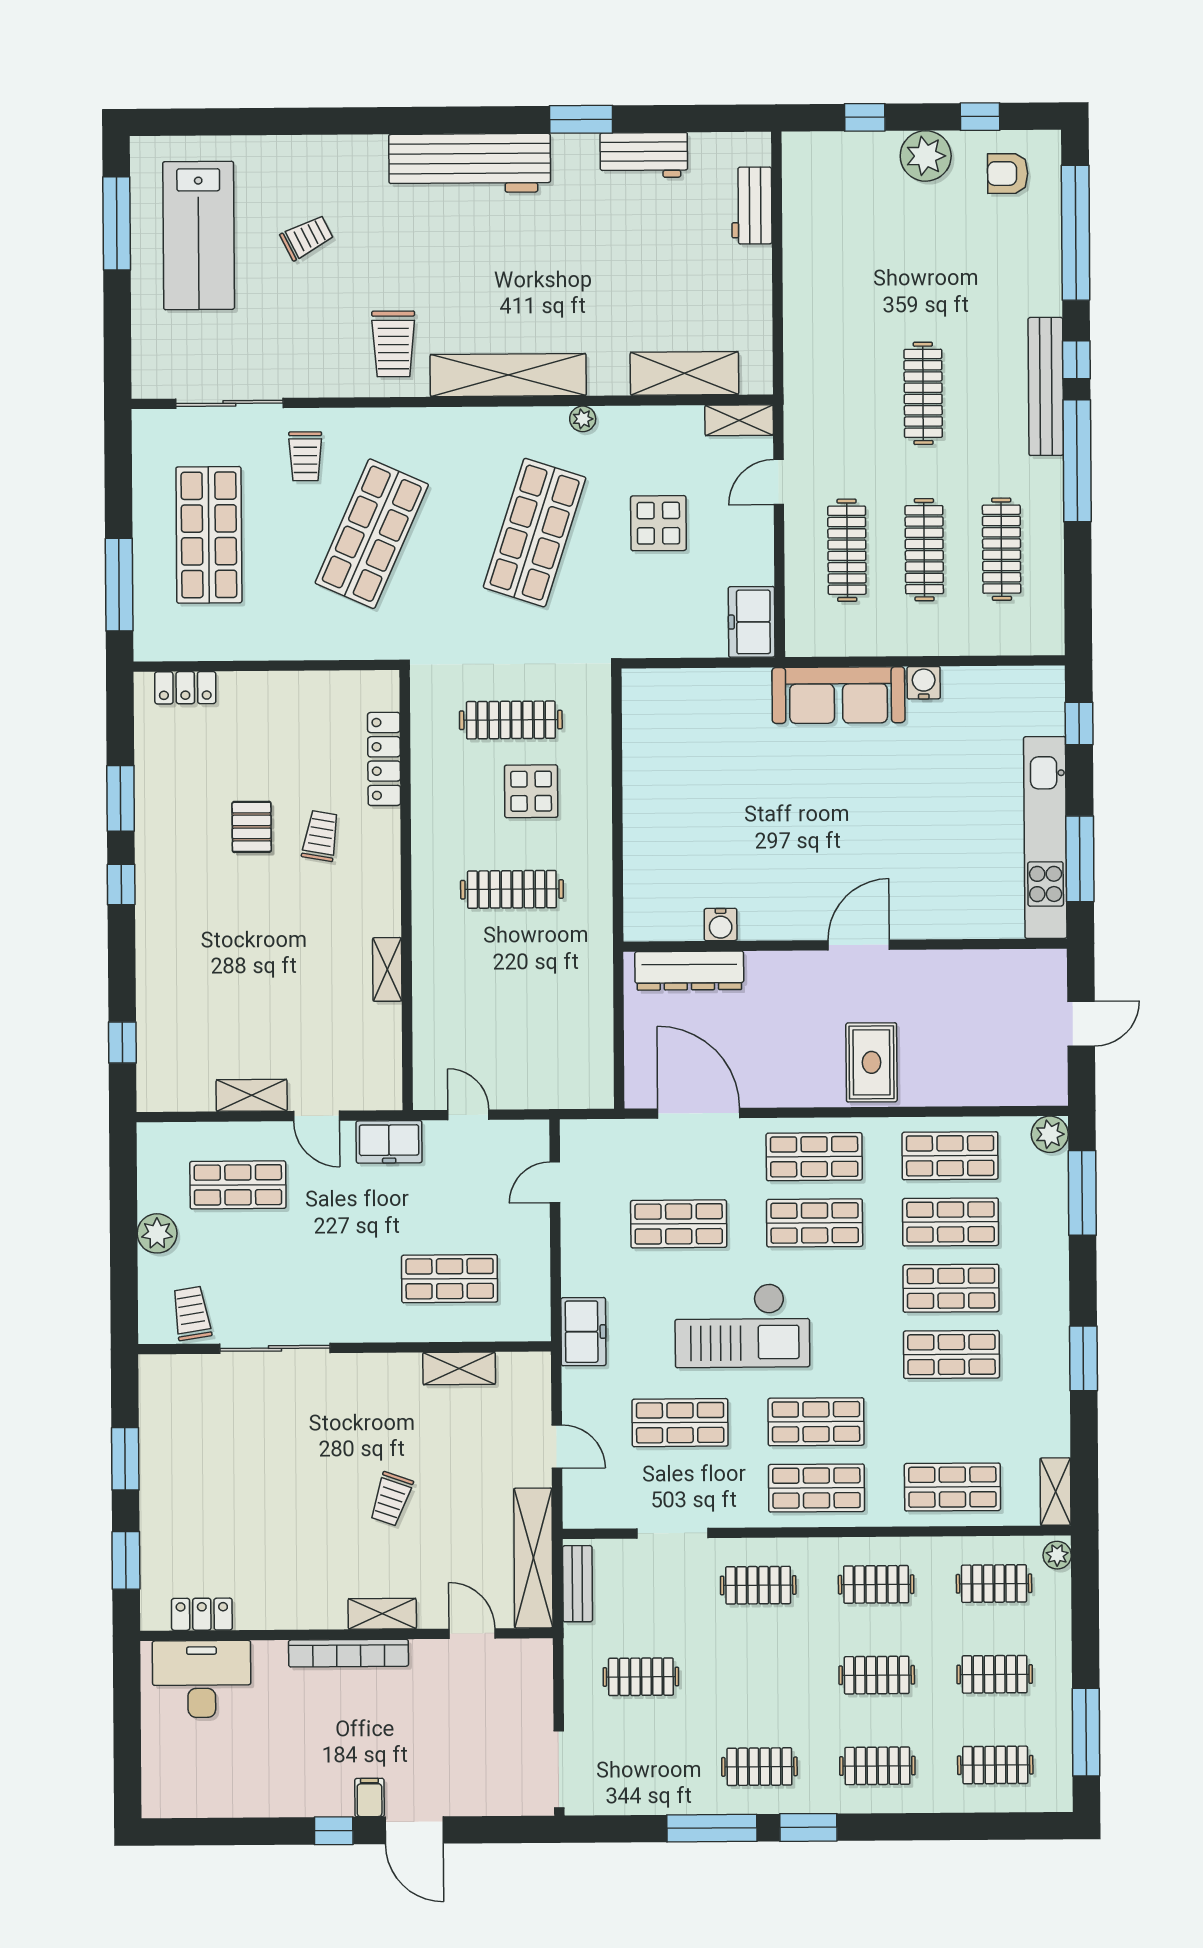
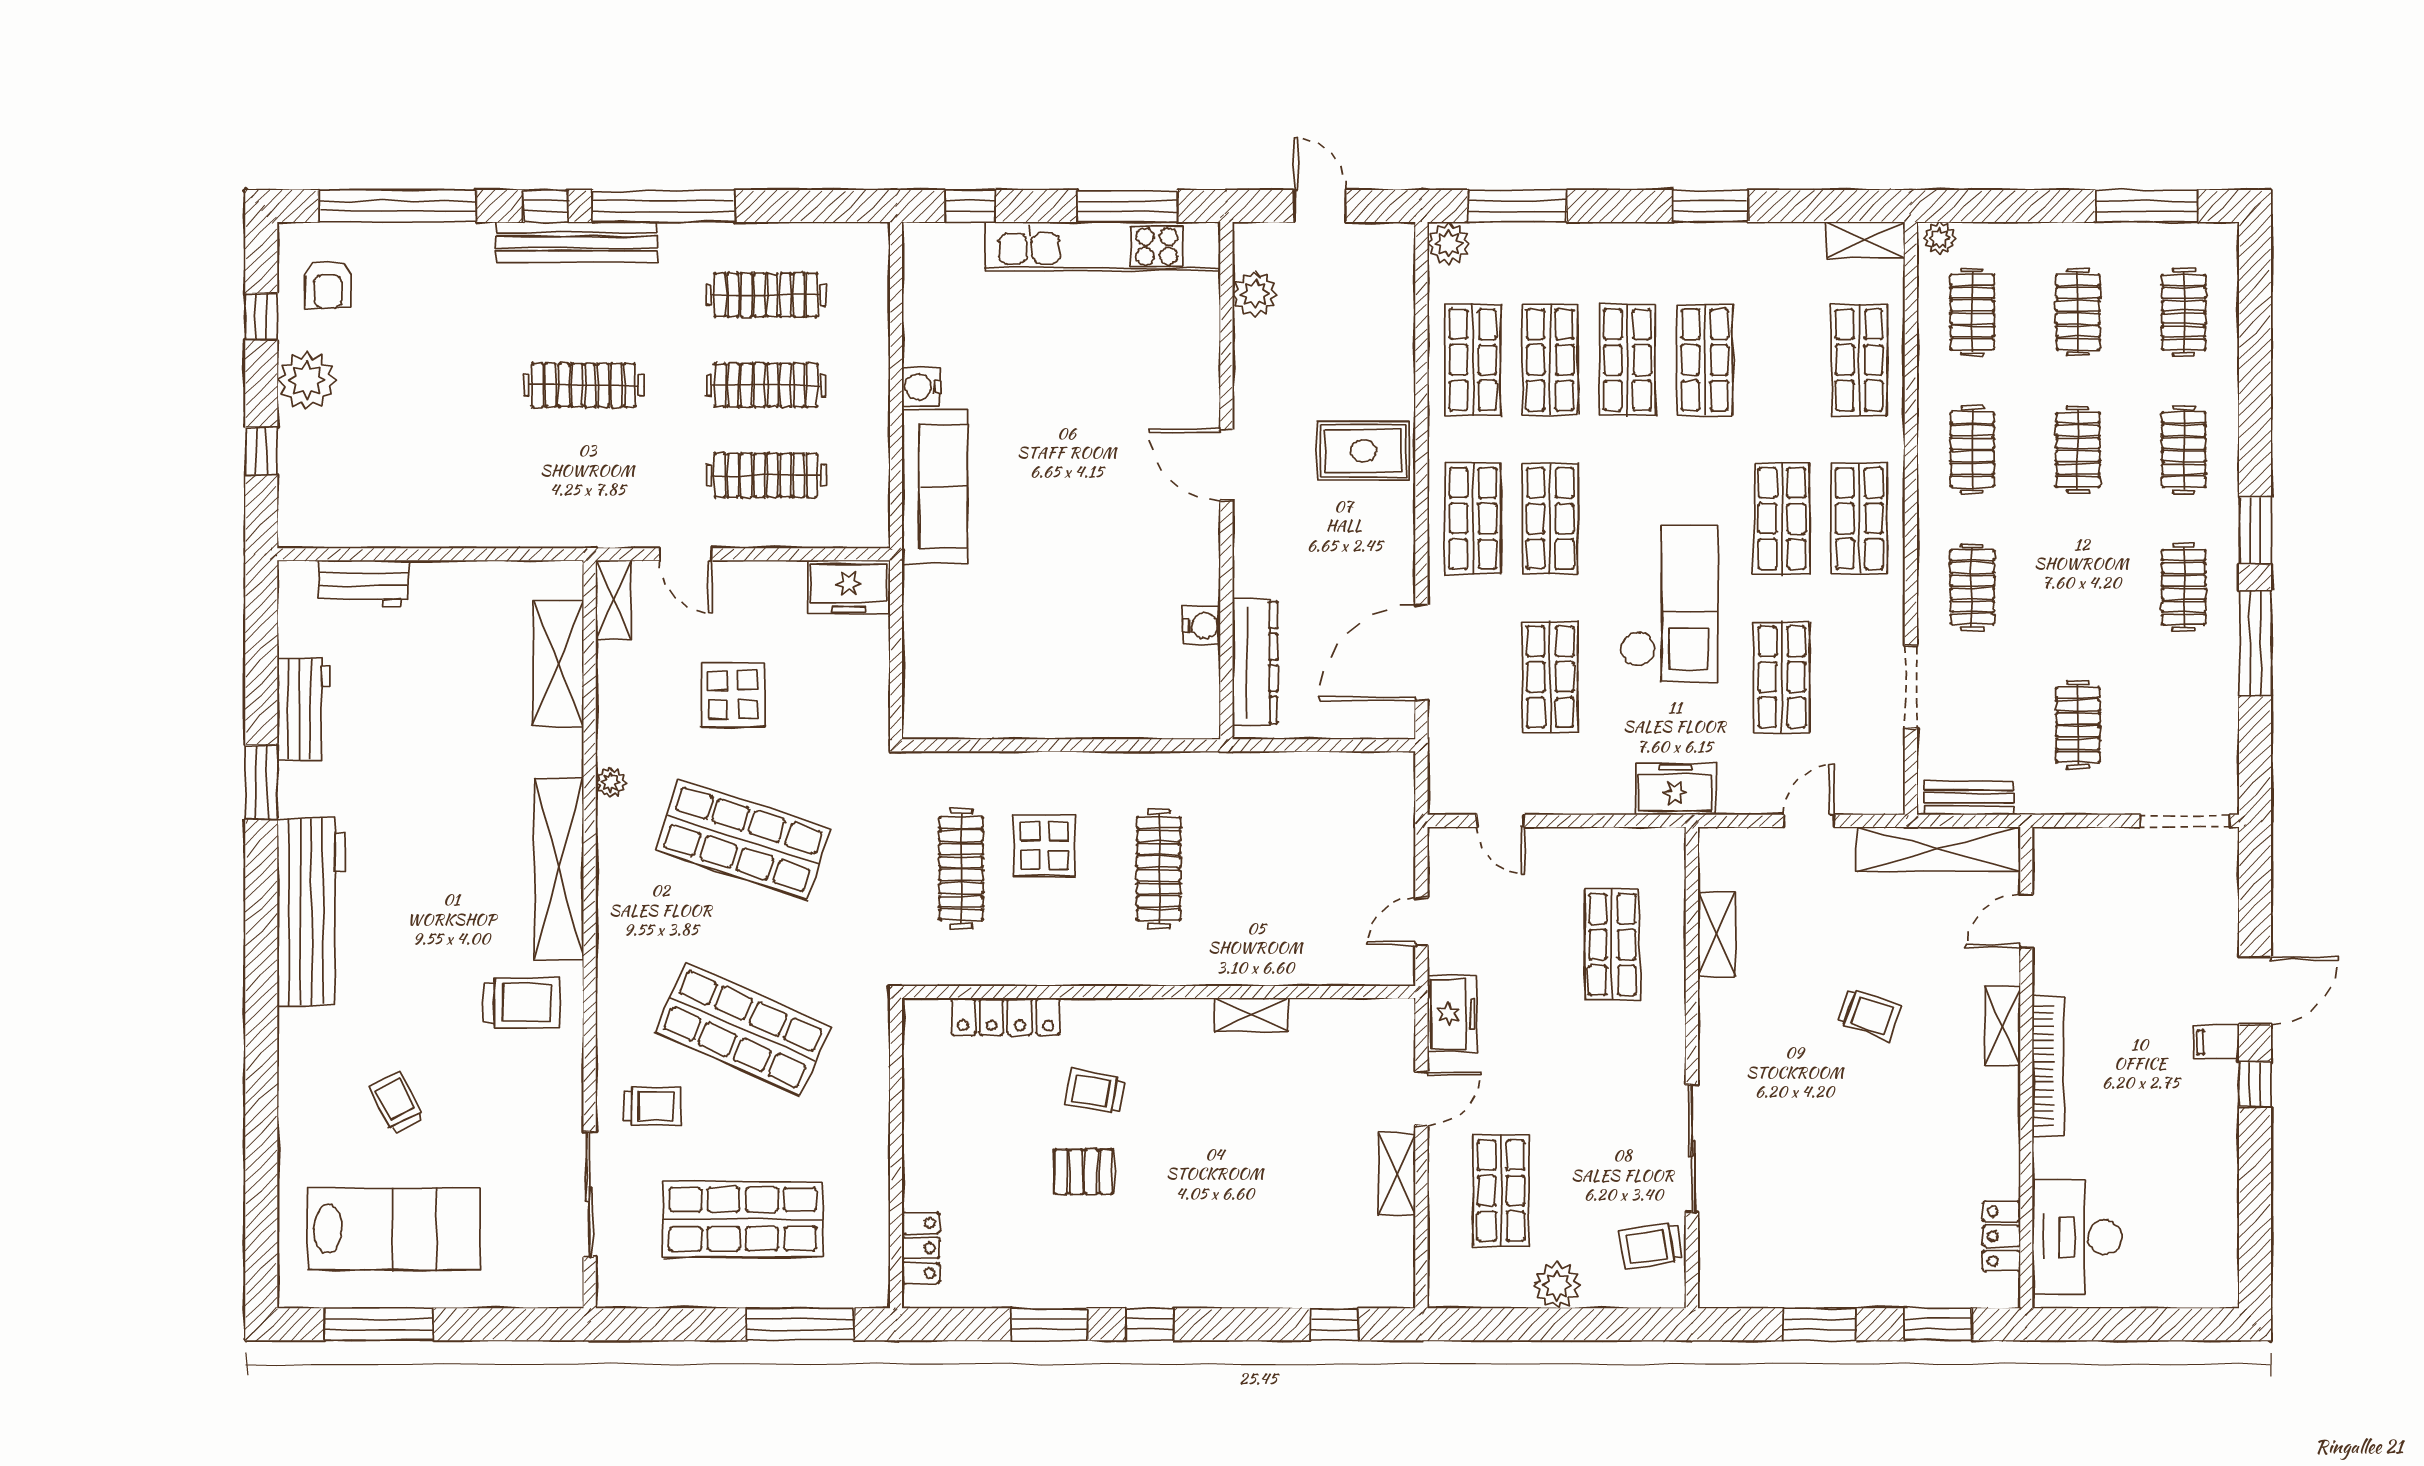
plant: (1005, 968) -> (1255, 294), added

